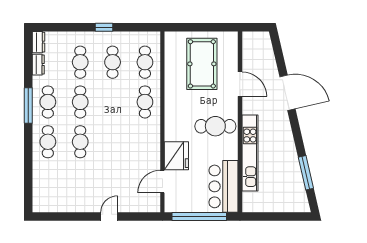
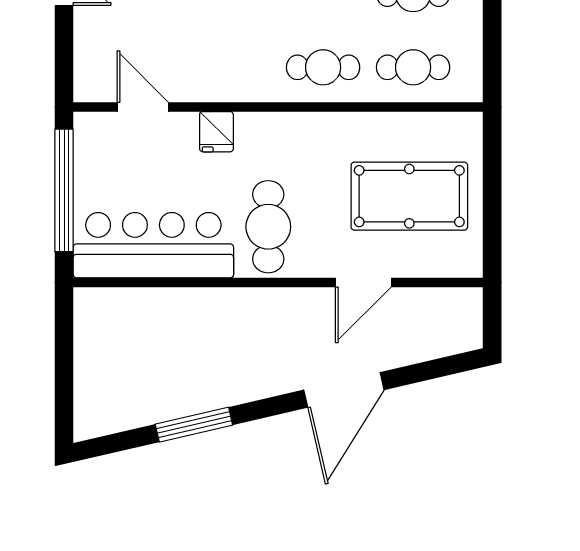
kitchen unit: (250, 153) -> (208, 305), removed
fridge: (176, 156) -> (216, 132), width x0.53, depth x0.75
window: (306, 173) -> (194, 425), moved
bar counter: (224, 186) -> (153, 245), width x1.36

